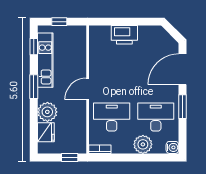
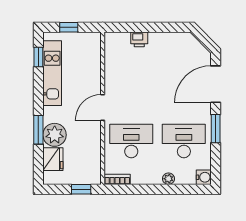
printer: (124, 35) -> (139, 39), width x0.53, depth x0.68
window: (34, 87) -> (38, 130), moved
plant: (143, 144) -> (168, 179), width x0.53, depth x0.53

